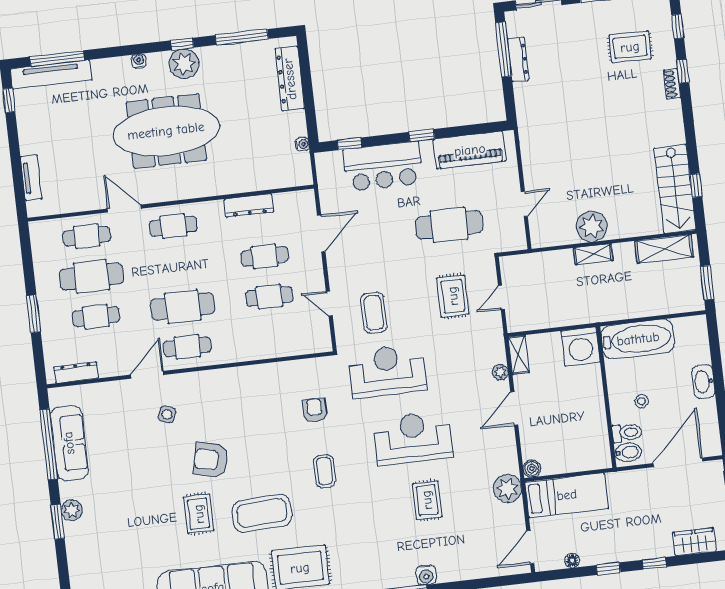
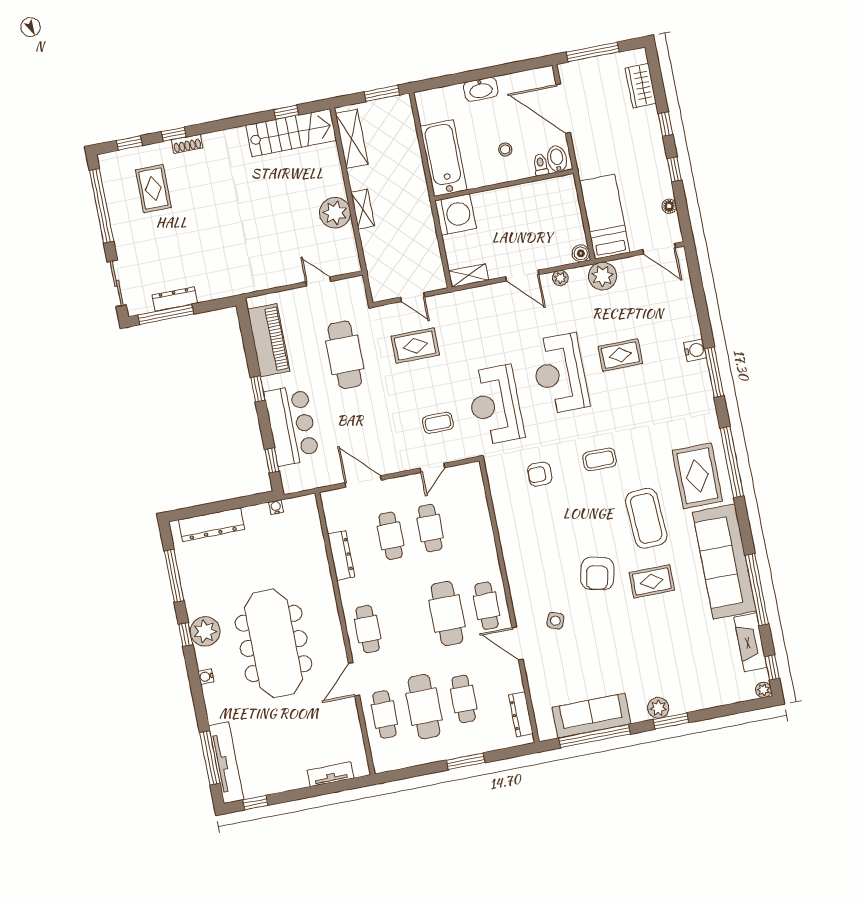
coffee table: (374, 313) -> (438, 423), width x0.73, depth x0.77
plant: (500, 372) -> (560, 278), moved
toilet: (627, 433) -> (541, 165), width x0.73, depth x0.72

